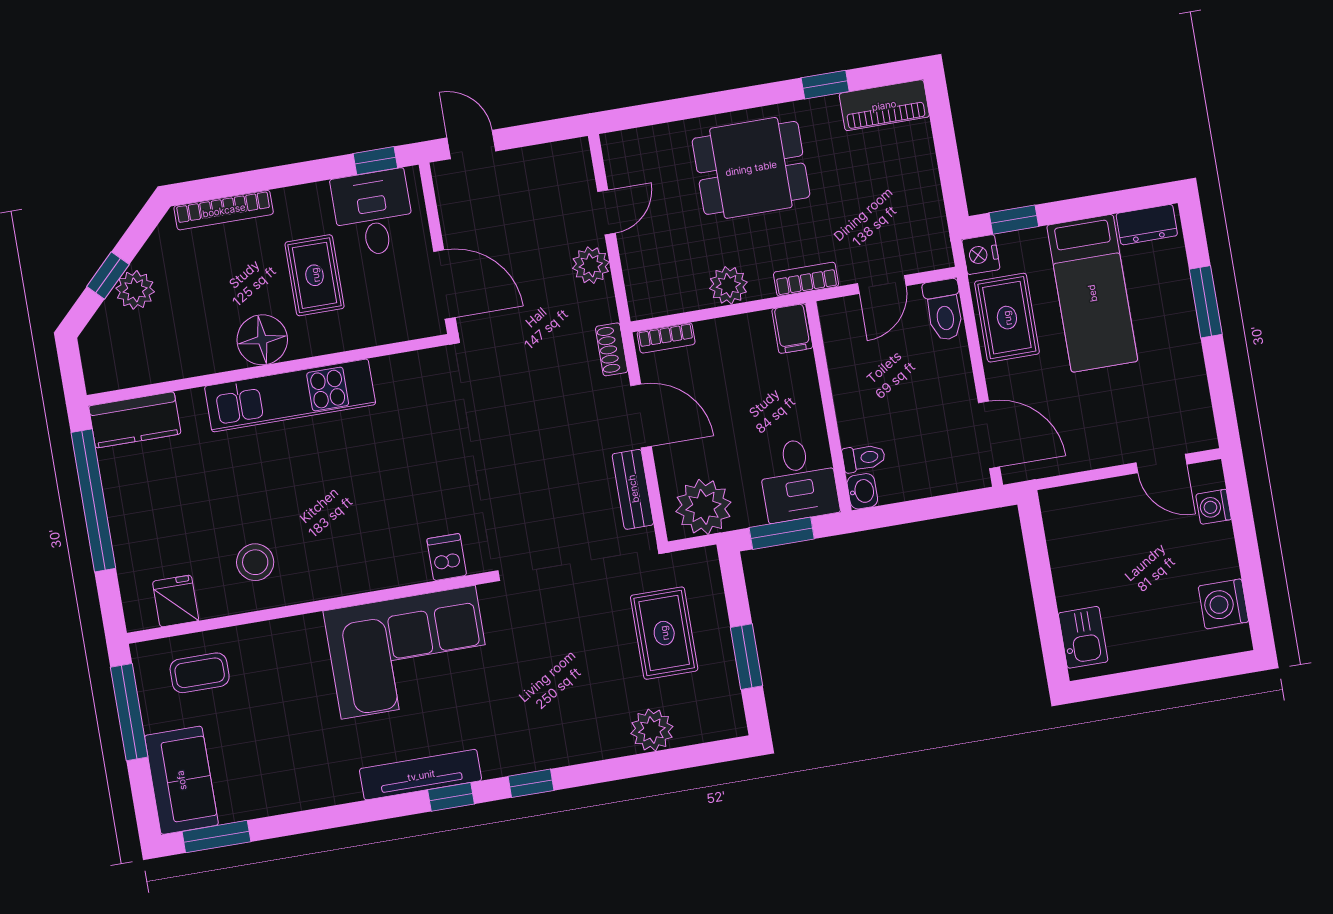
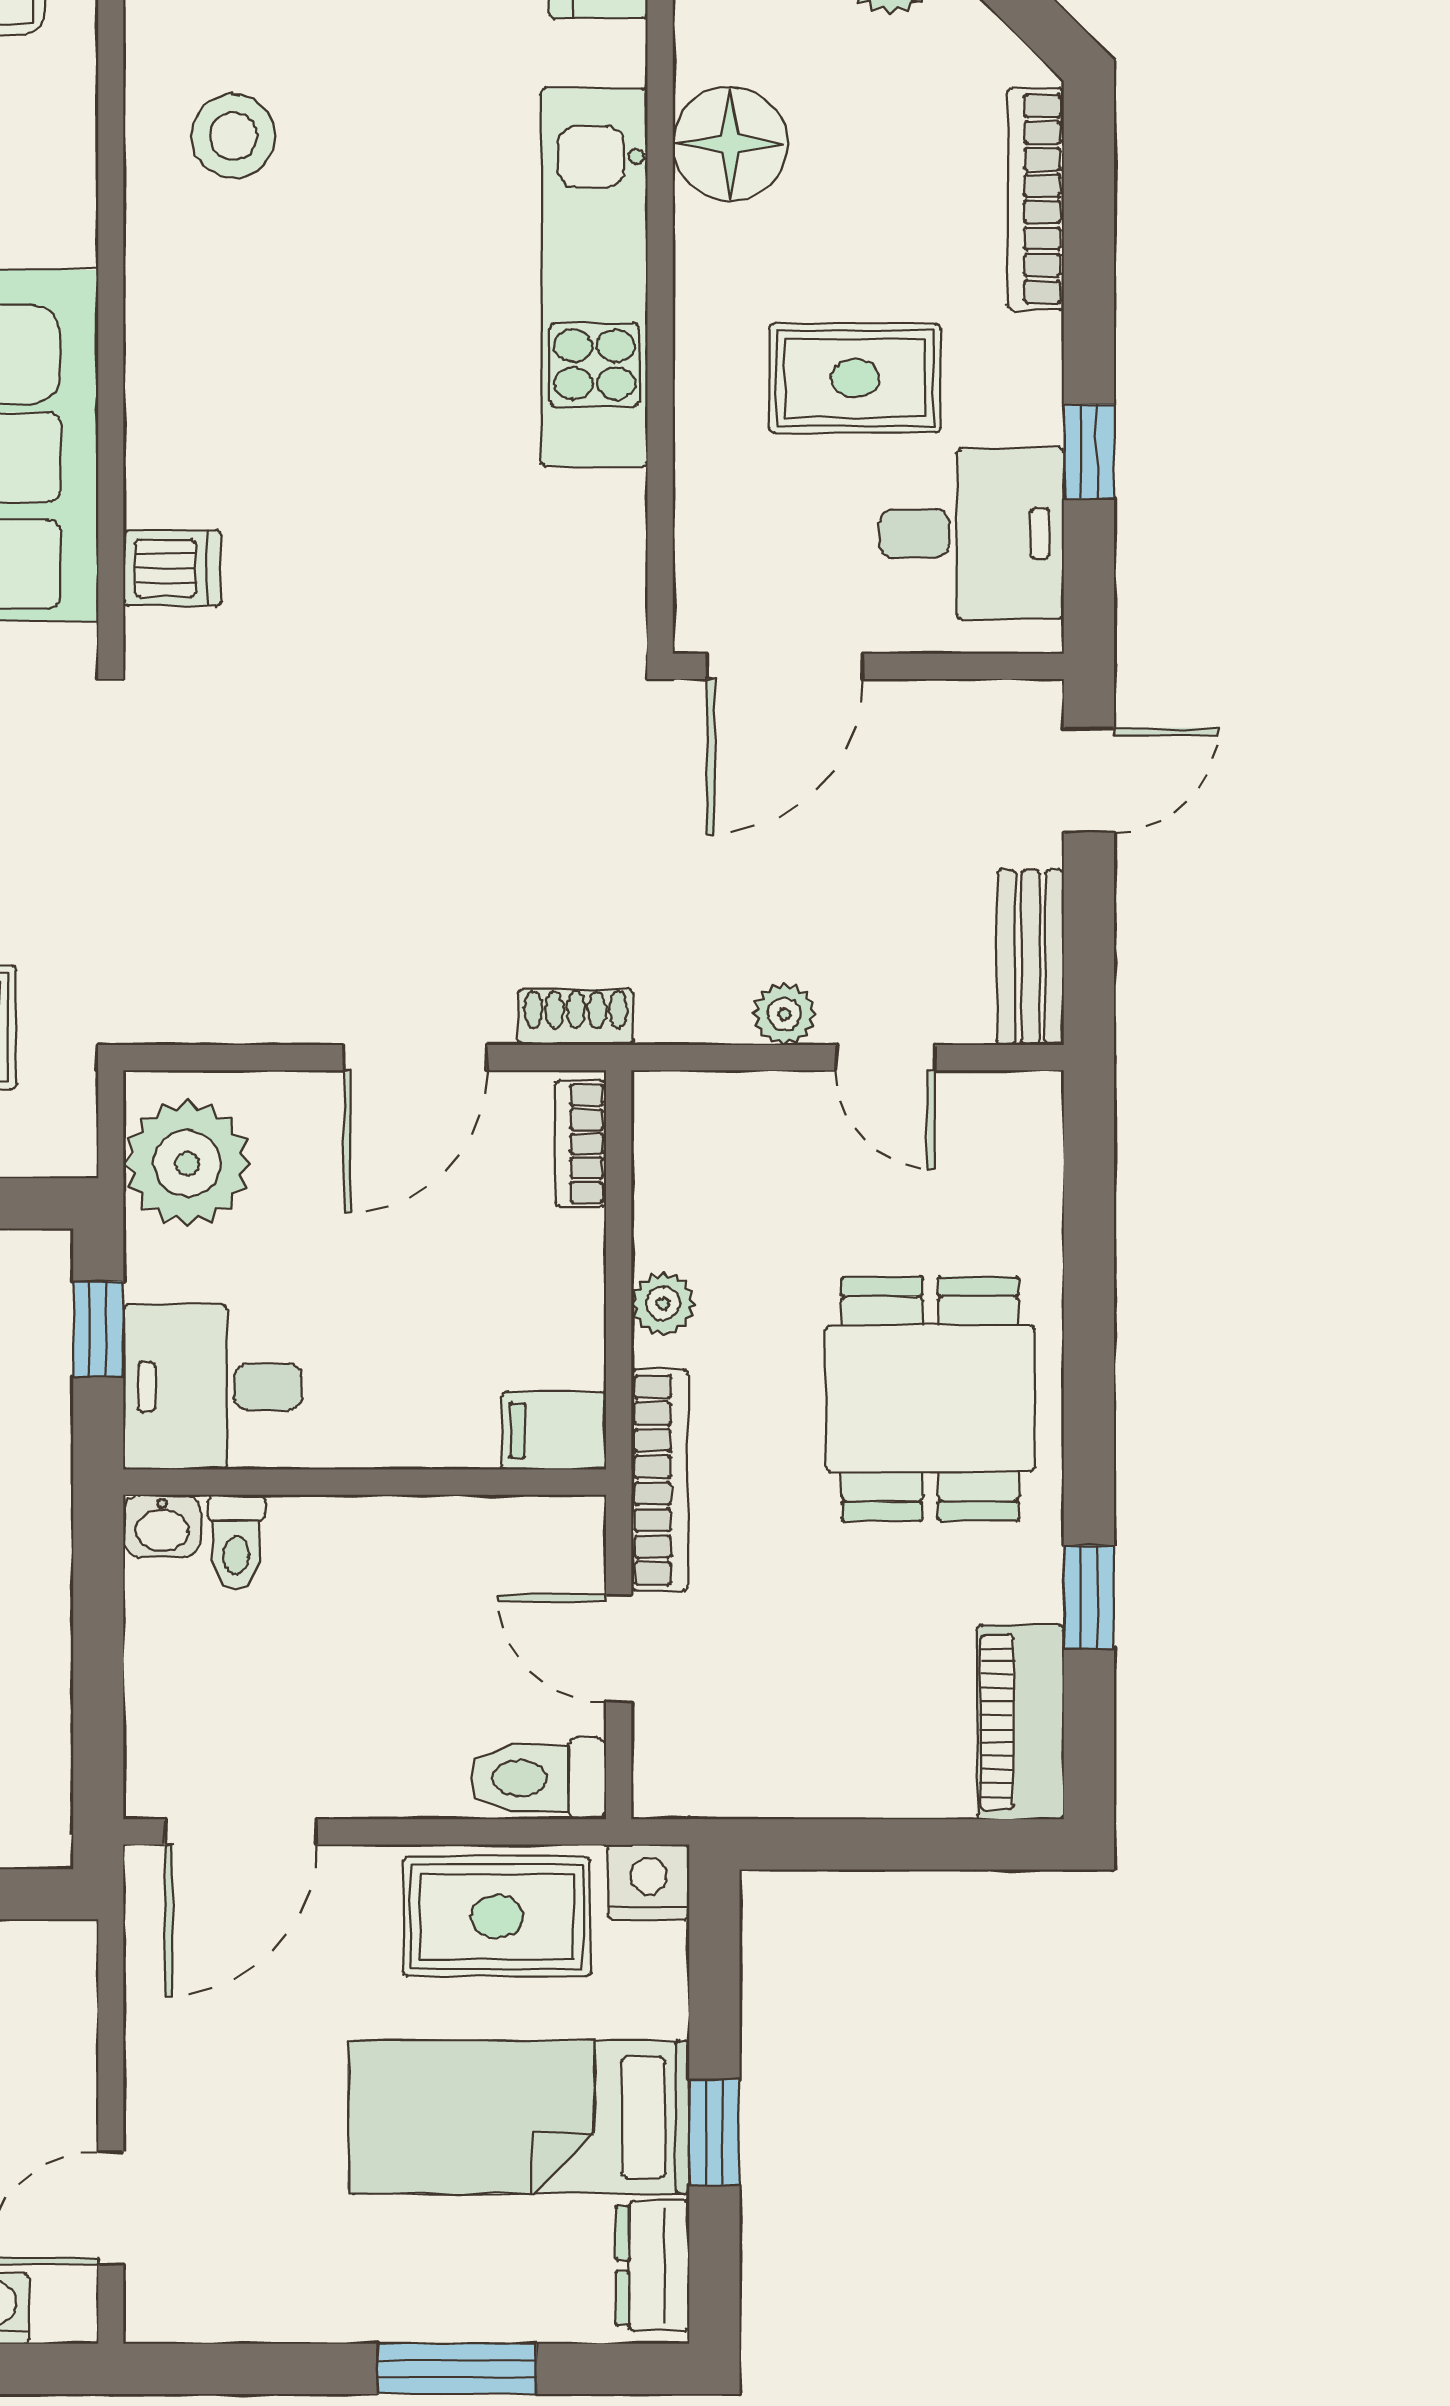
window: (375, 161) -> (1089, 452), moved
window: (1014, 220) -> (714, 2132), moved
plant: (591, 265) -> (784, 1014), width x0.73, depth x0.73
bookcase: (806, 279) -> (659, 1480), width x1.56
plant: (728, 285) -> (663, 1304), width x0.73, depth x0.73
floor lamp: (262, 340) -> (730, 144), moved
bench: (633, 489) -> (1030, 957), moved, turned 90
window: (782, 533) -> (98, 1329), width x0.67

